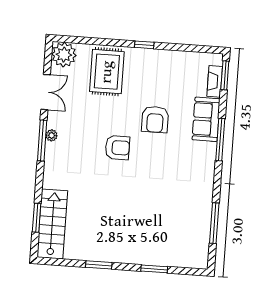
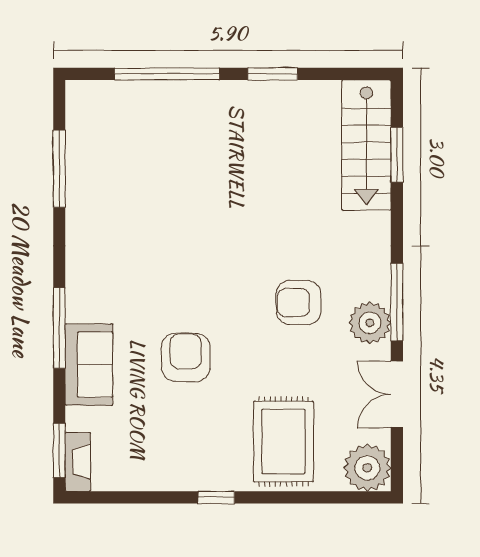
fireplace: (215, 81) -> (78, 462), moved
plant: (52, 135) -> (370, 323), width x1.88, depth x1.88
armchair: (117, 148) -> (299, 303), moved
window: (154, 269) -> (167, 74), width x2.11

